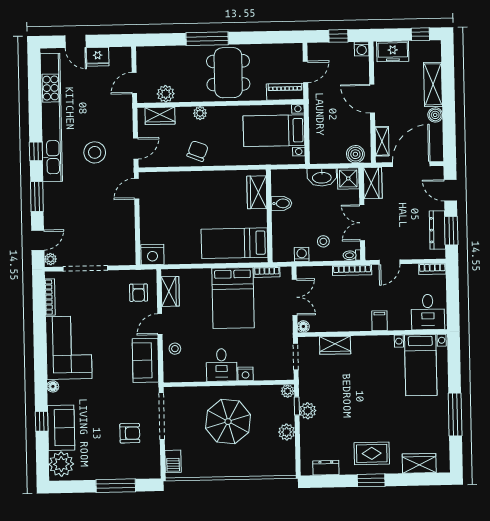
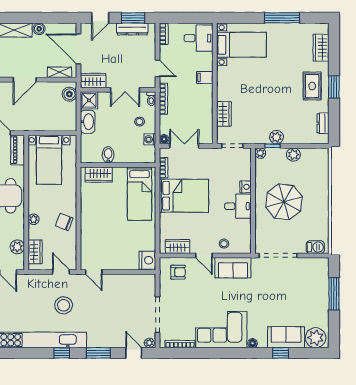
floor lamp: (303, 326) -> (164, 139), moved
armchair: (130, 433) -> (292, 282), removed

